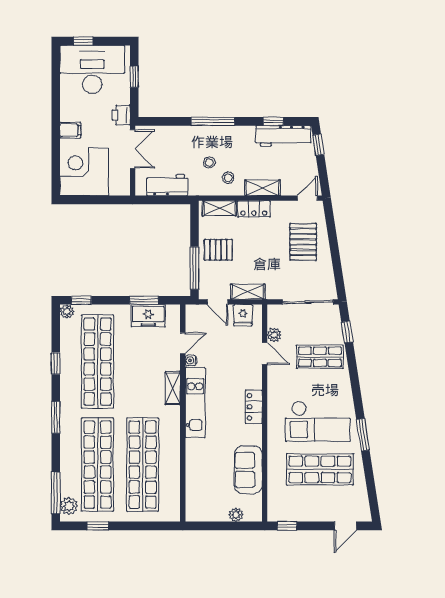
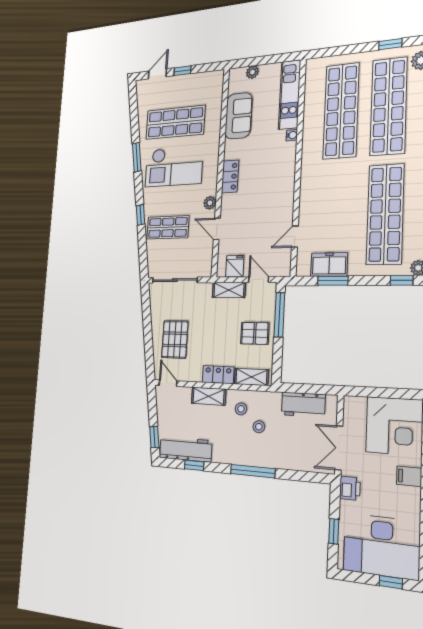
door: (307, 198) -> (168, 383), swing flipped
window: (347, 332) -> (140, 215), moved
plant: (274, 335) -> (210, 203), moved
water cooler: (191, 360) -> (292, 135), moved
shelving: (173, 388) -> (307, 190), removed
kitchen unit: (195, 402) -> (290, 95), moved
checkout: (318, 421) -> (174, 167), turned 180
window: (287, 526) -> (183, 71), moved

